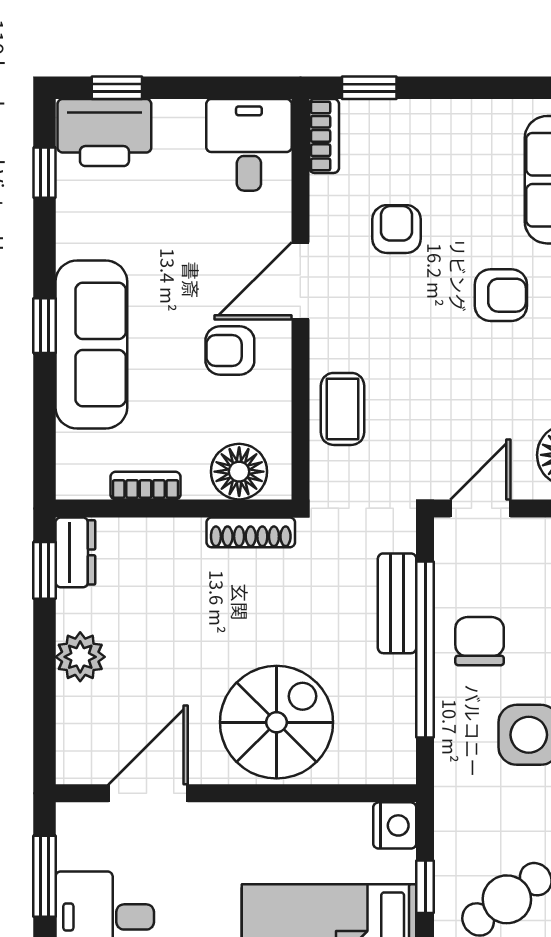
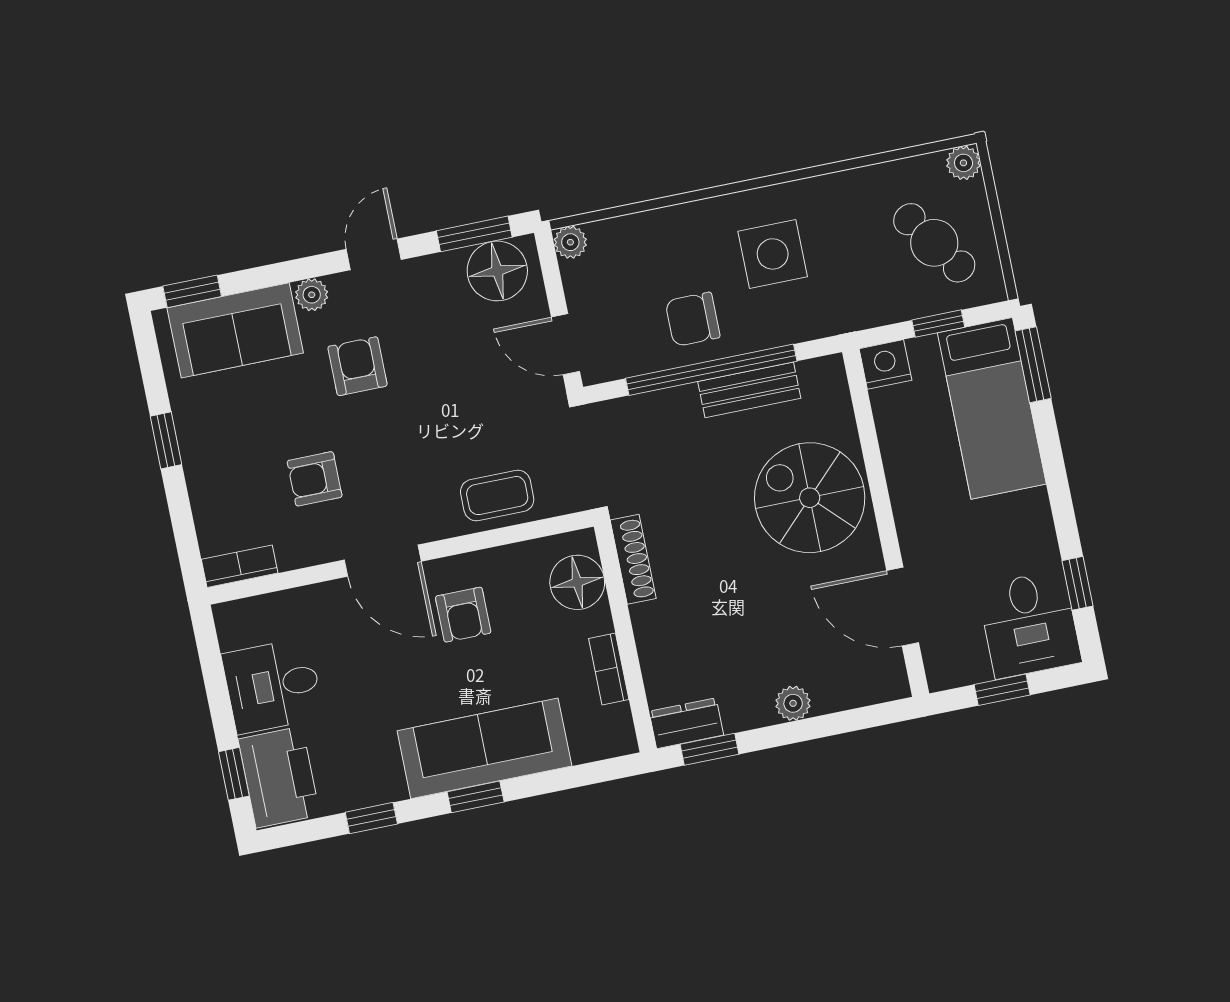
window: (369, 88) -> (166, 440), moved
desk: (249, 145) -> (273, 686), moved
window: (44, 173) -> (371, 818), moved
bench: (397, 603) -> (749, 390), moved
plant: (80, 657) -> (793, 703), width x0.73, depth x0.73
window: (44, 876) -> (1002, 690), width x0.67

